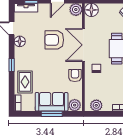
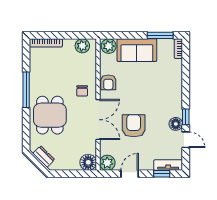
armchair: (54, 40) -> (134, 126), turned -90
window: (12, 65) -> (186, 117), moved
rug: (25, 82) -> (169, 74), removed
window: (52, 114) -> (160, 35), moved

